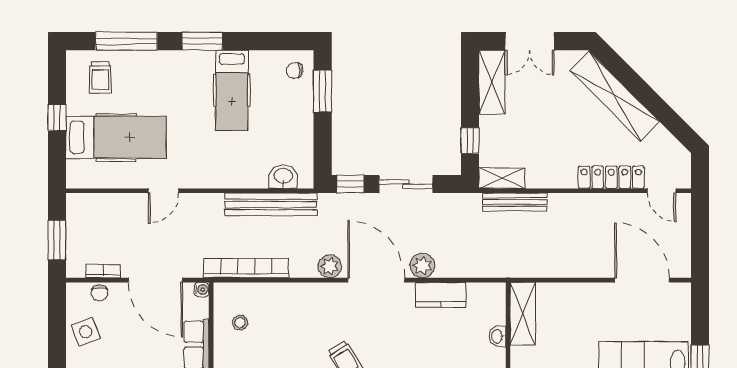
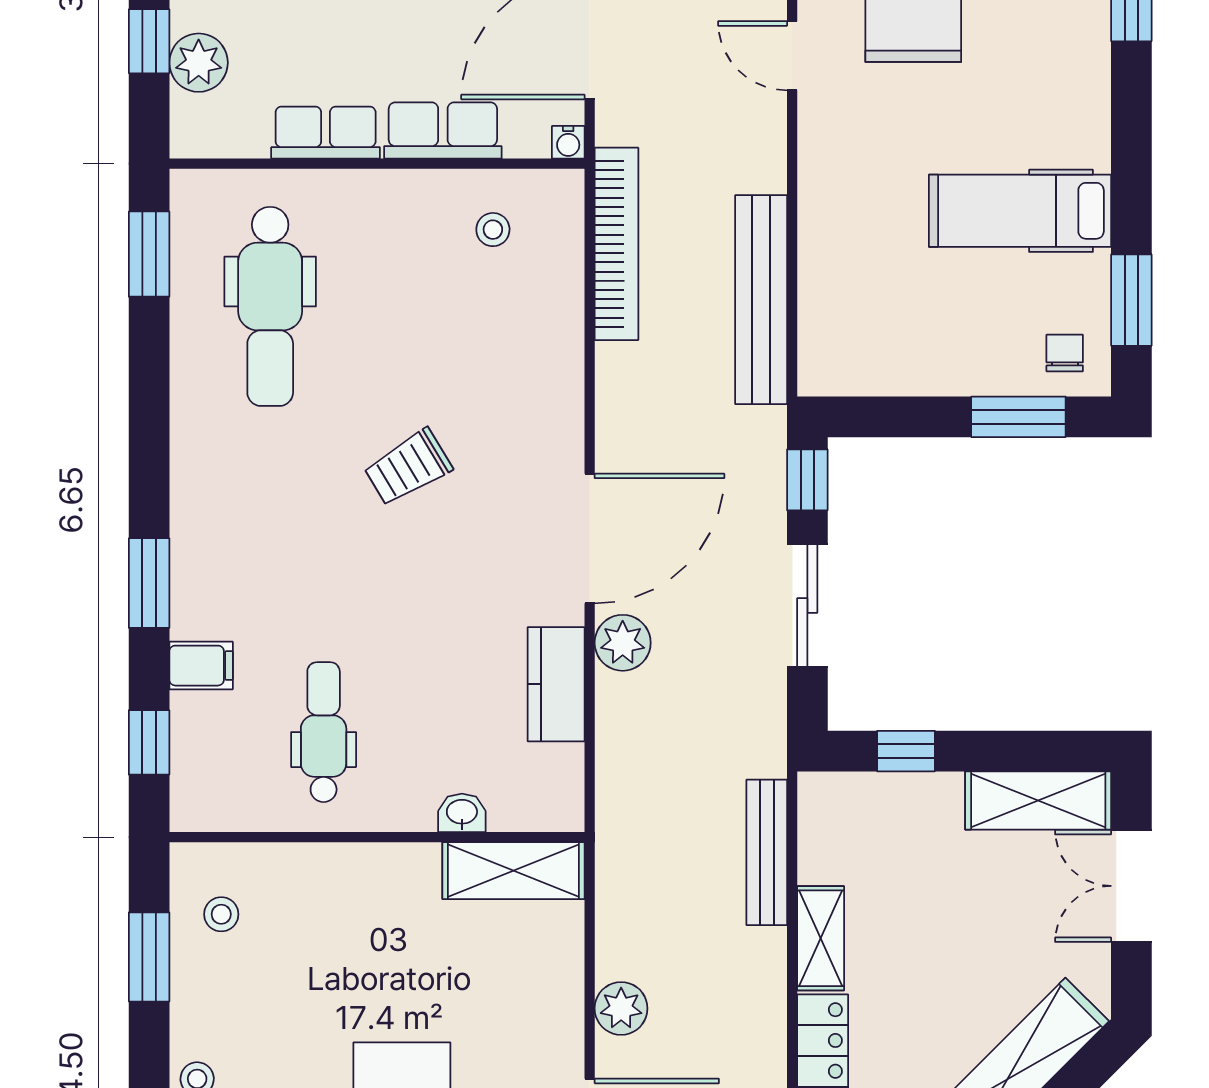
window: (202, 41) -> (1131, 300), moved
washbasin: (283, 177) -> (824, 327), removed
shelving: (502, 178) -> (821, 938), moved
plant: (330, 266) -> (621, 1008), moved

